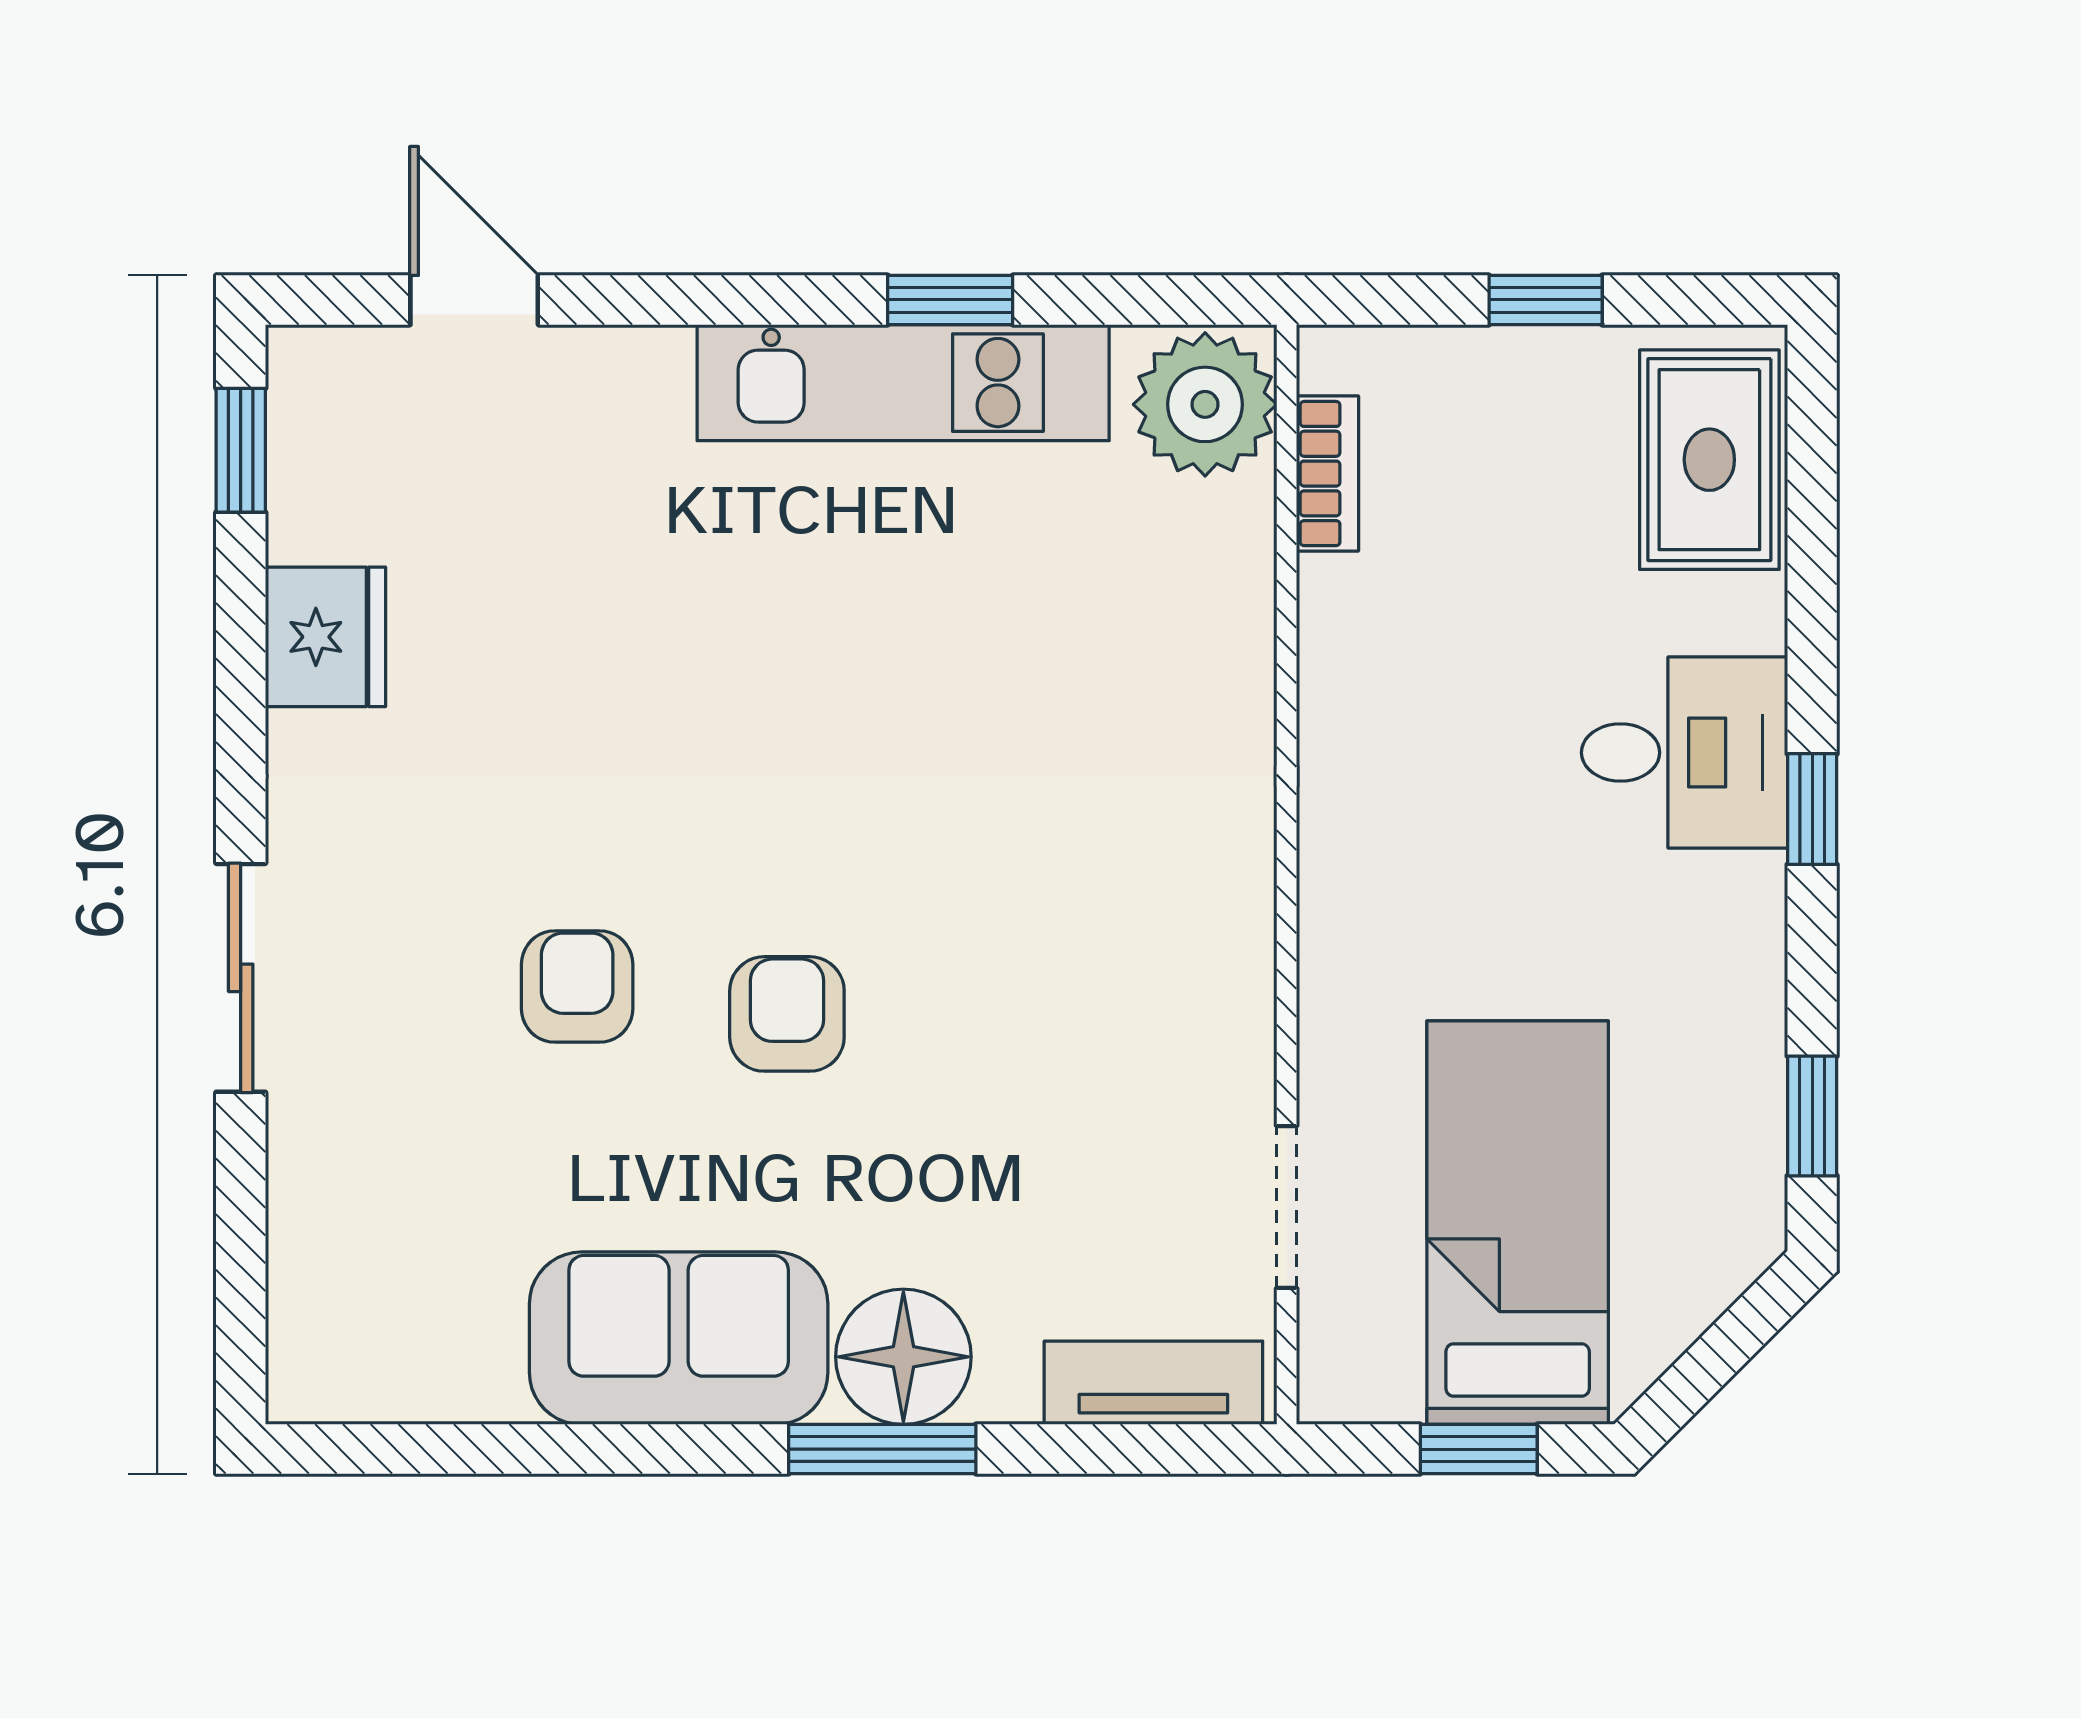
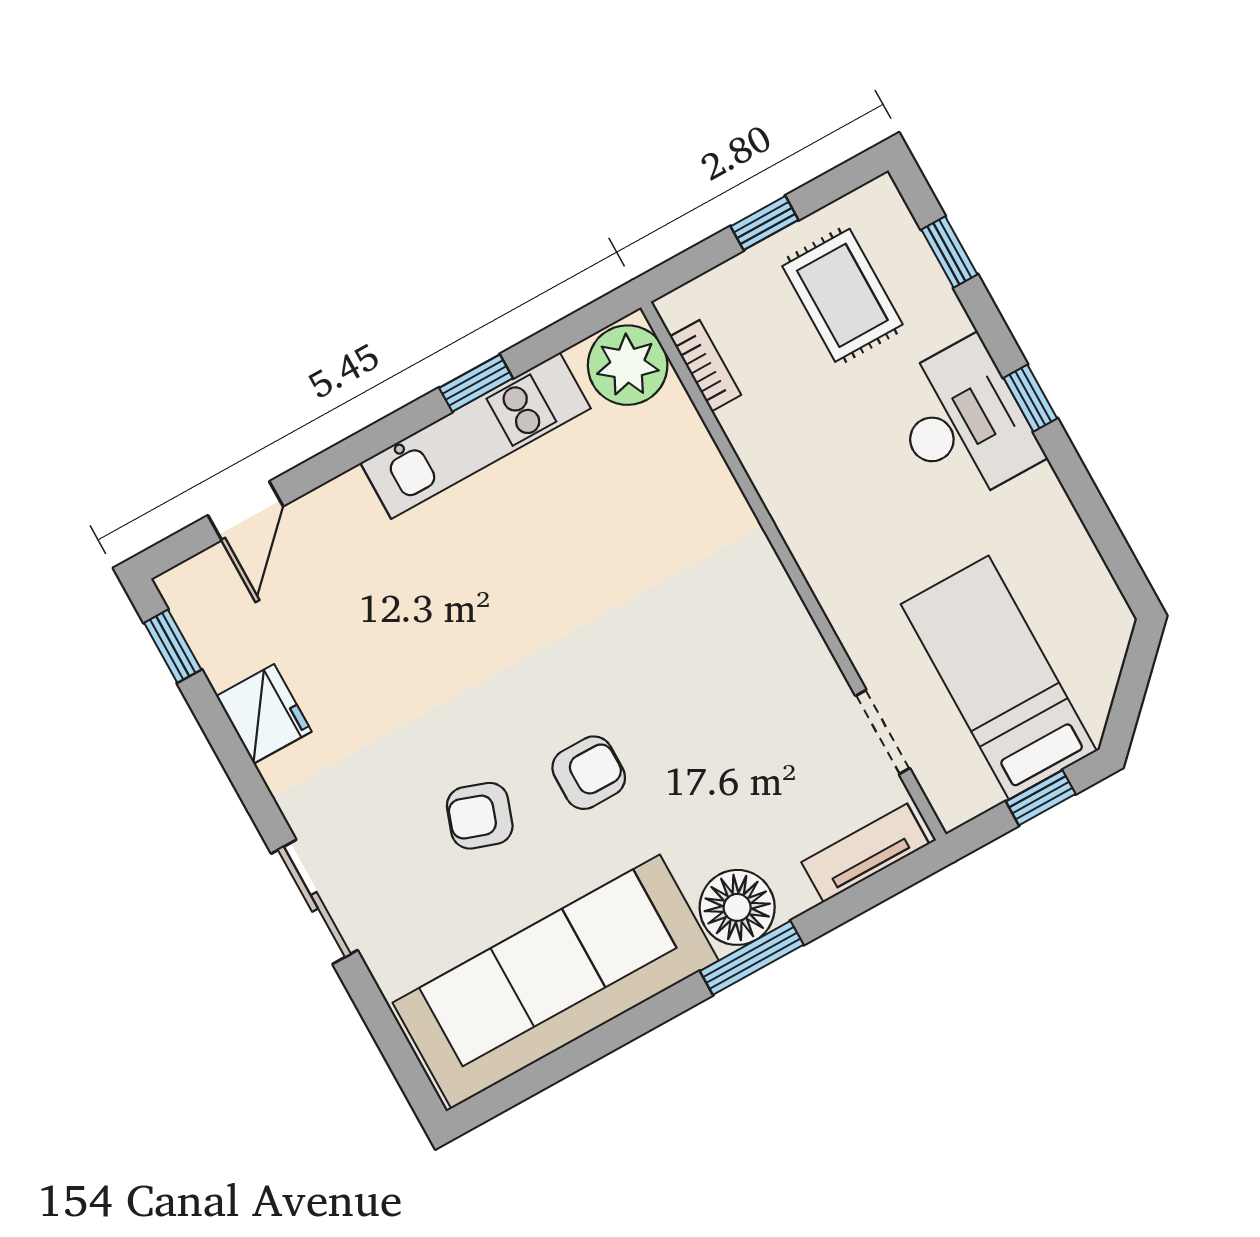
door: (474, 300) -> (245, 511), swing flipped
rug: (1709, 460) -> (842, 295), moved
desk: (1684, 753) -> (963, 422), width x1.37
armchair: (577, 987) -> (480, 816), turned -71
armchair: (787, 1014) -> (589, 773), turned 90
window: (1812, 1116) -> (949, 252), moved
sofa: (679, 1338) -> (556, 982), width x1.85, depth x1.27

